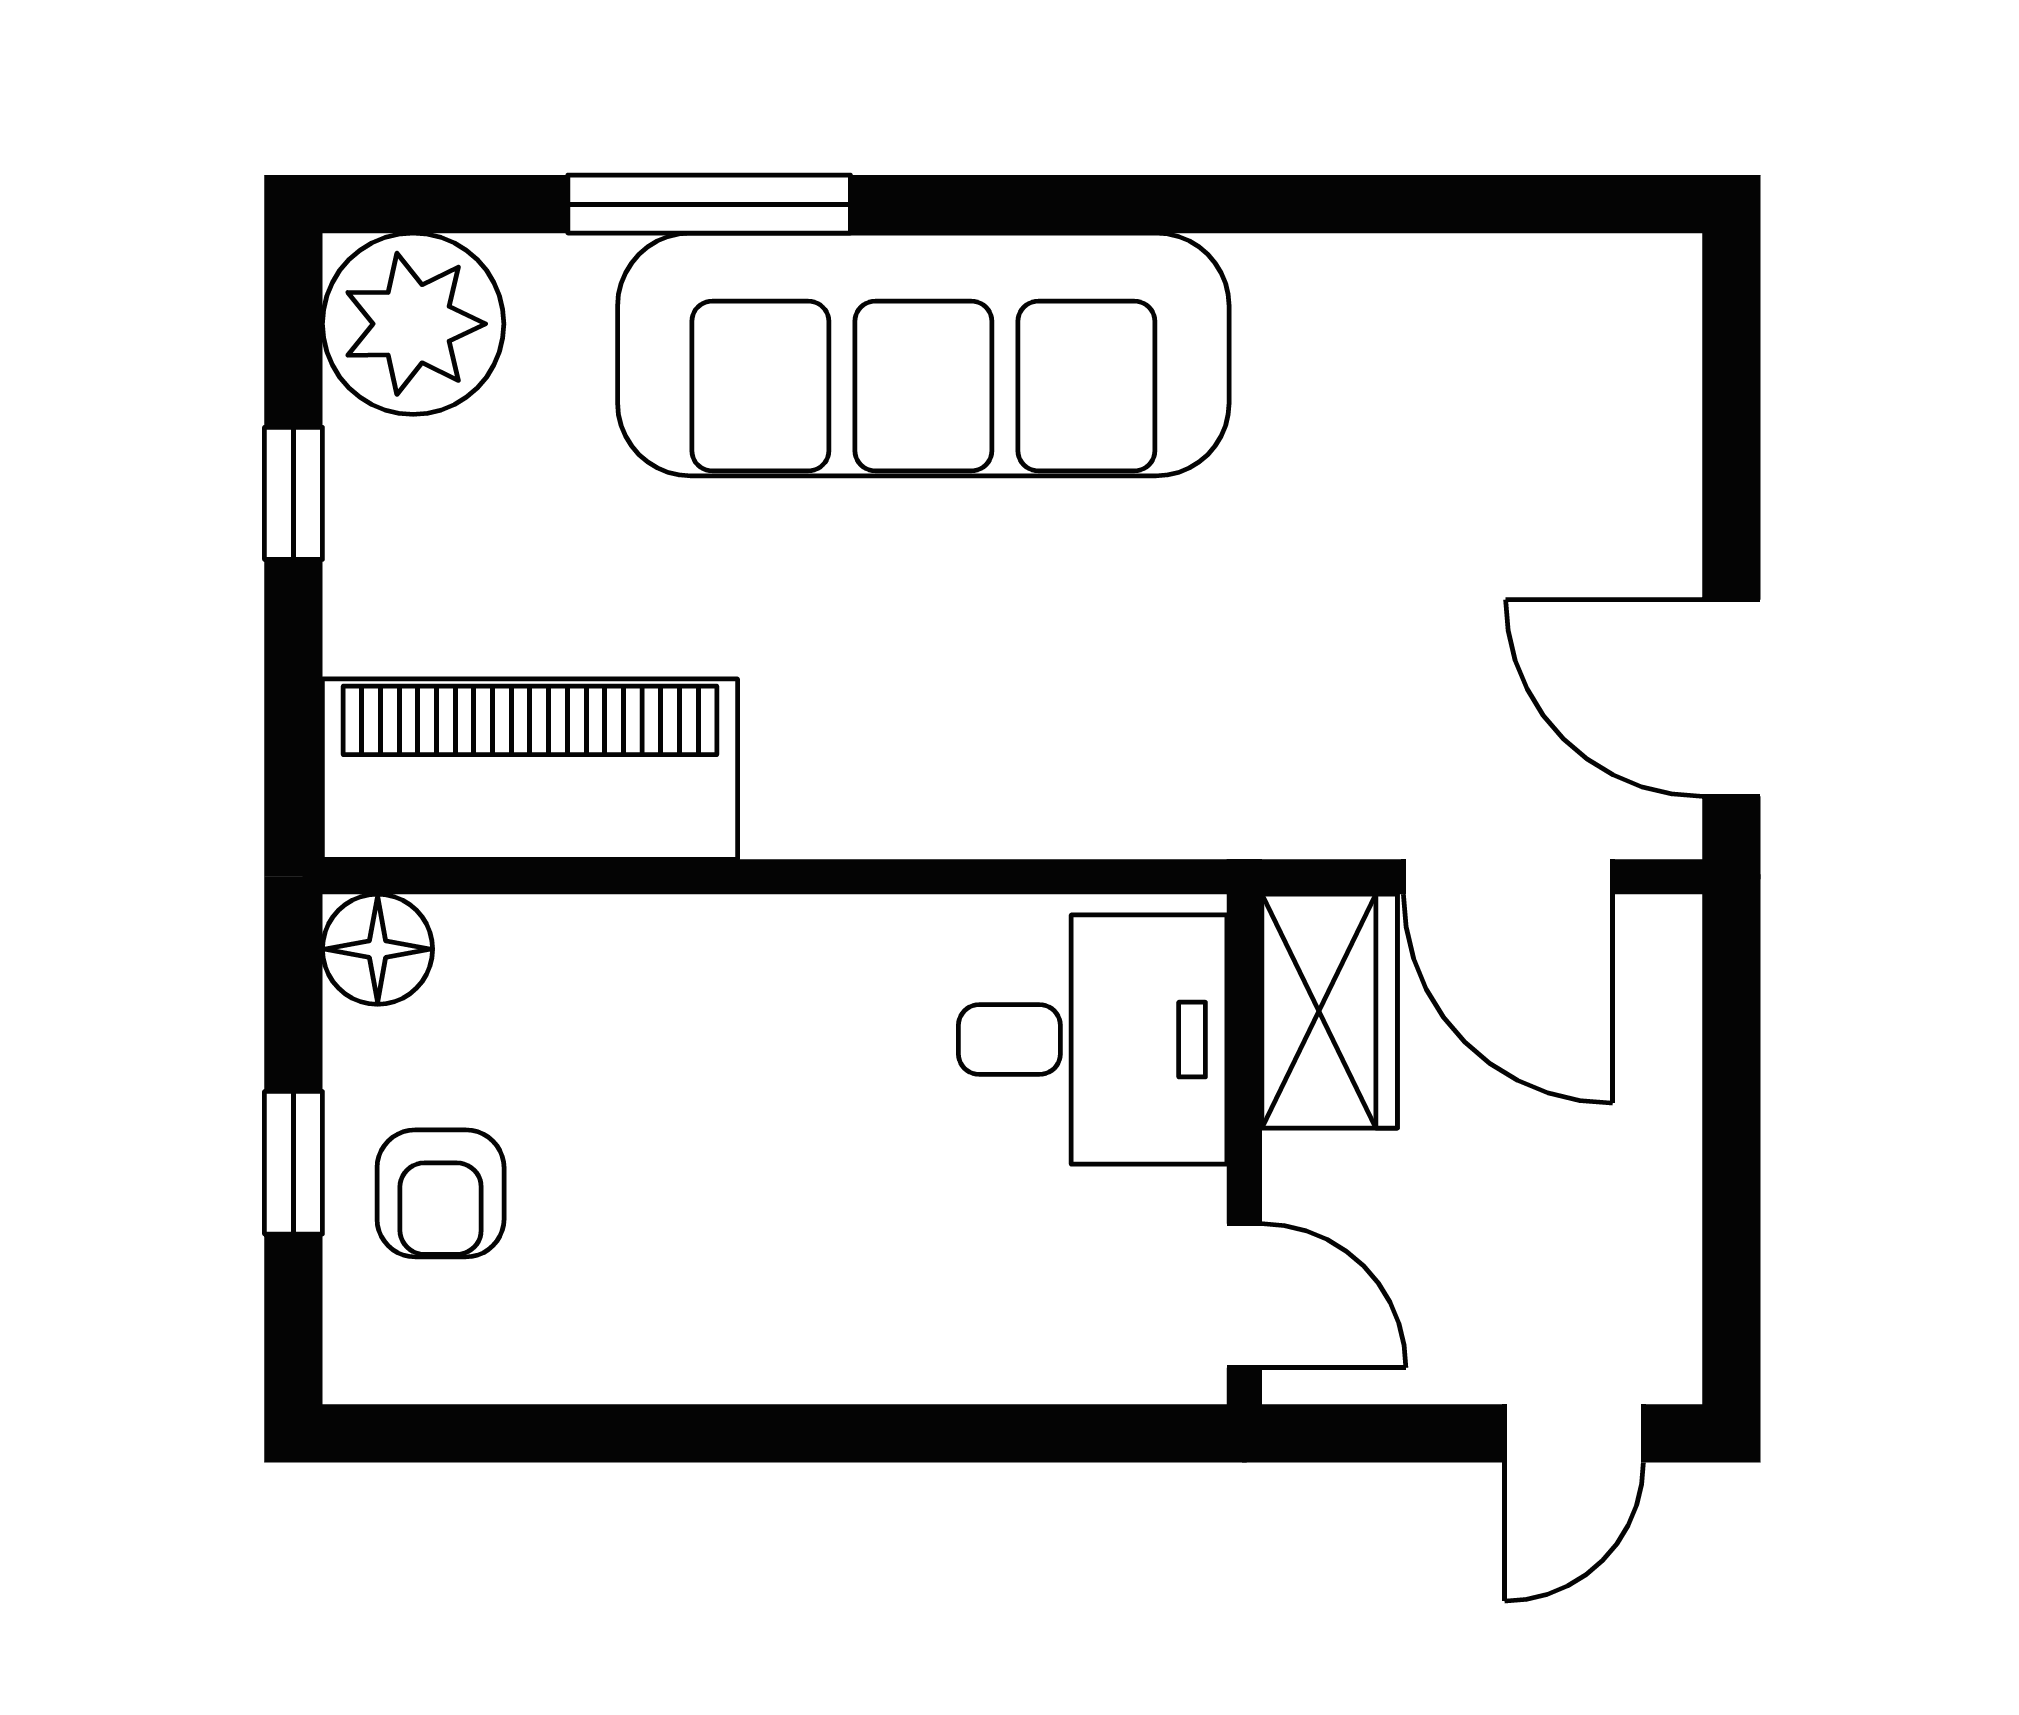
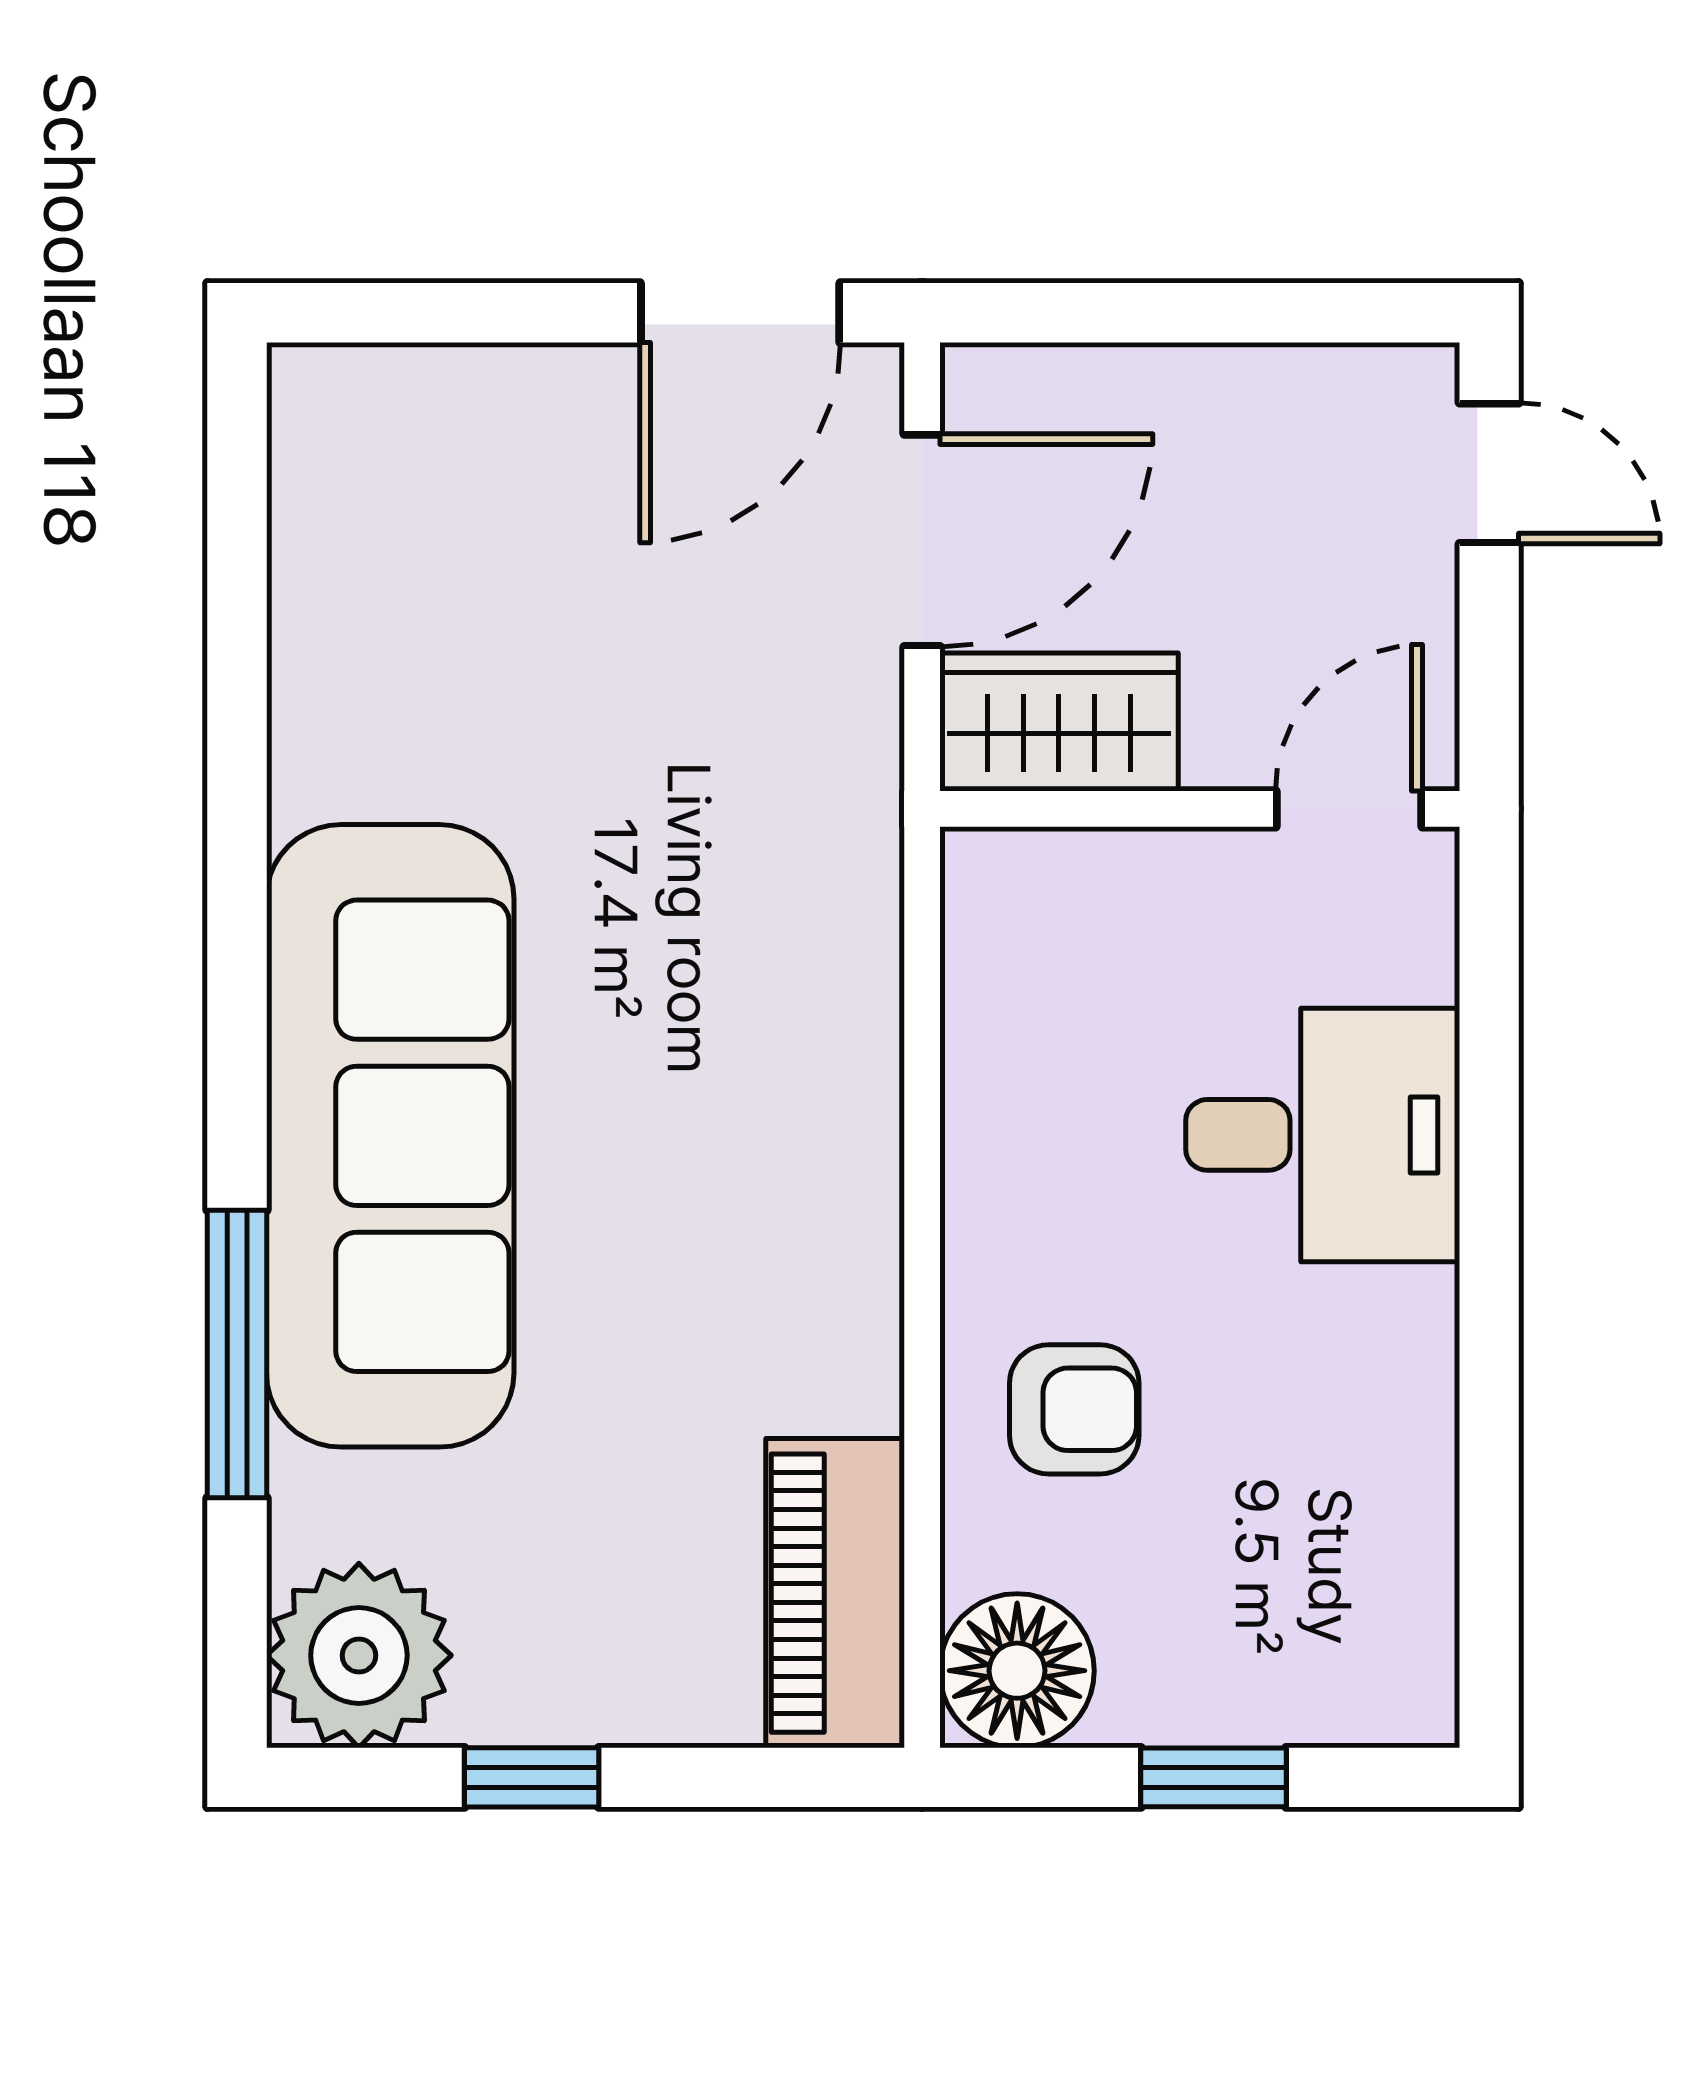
piano: (530, 769) -> (835, 1593), width x0.73, depth x0.75
floor lamp: (378, 949) -> (1017, 1671), width x1.38, depth x1.38
desk: (1093, 1040) -> (1323, 1135), moved, turned 90
armchair: (441, 1193) -> (1074, 1409), moved

